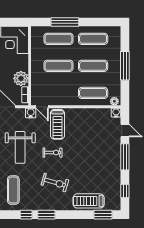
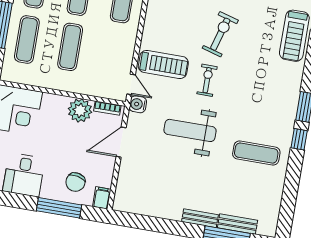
door: (42, 107) -> (131, 84), hinge flipped
weight bench: (20, 147) -> (190, 130), turned 180
exercise bike: (55, 182) -> (220, 34), moved

